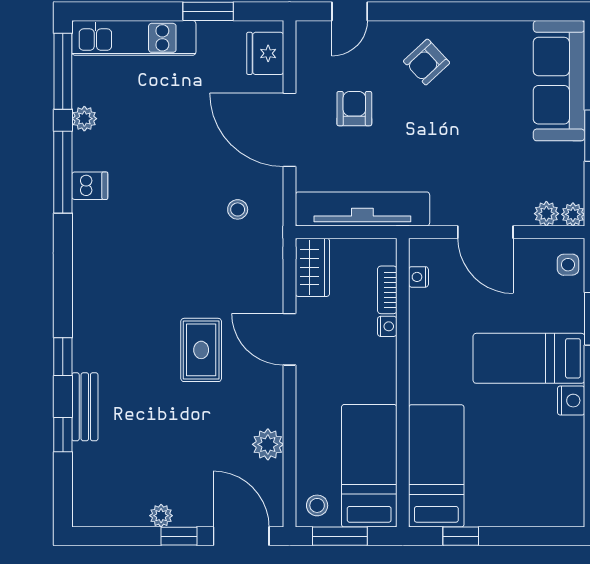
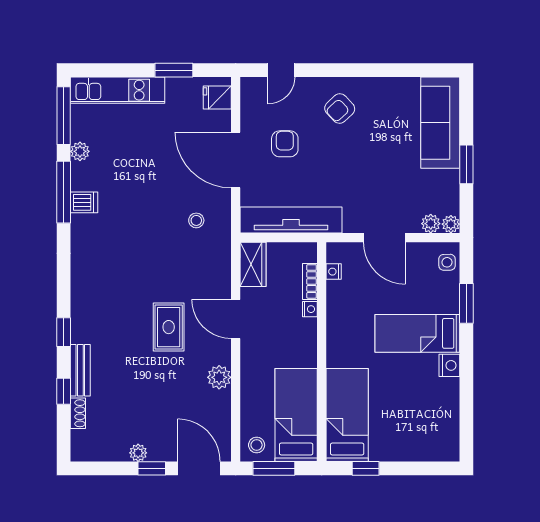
fridge: (265, 53) -> (217, 97), width x0.72
plant: (268, 444) -> (219, 377), moved
shoe rack: (82, 464) -> (78, 413), added

